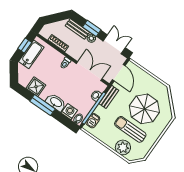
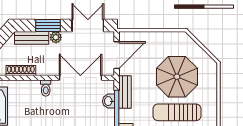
door: (119, 73) -> (117, 55), hinge flipped

